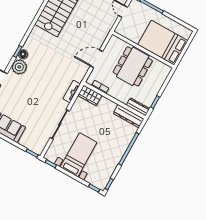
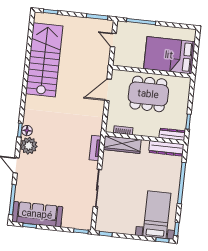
door: (96, 59) -> (108, 90), moved
dining table: (133, 66) -> (148, 94), turned 90
wardrobe: (90, 95) -> (122, 145), width x1.50
bed with nightstands: (79, 155) -> (157, 215), moved

